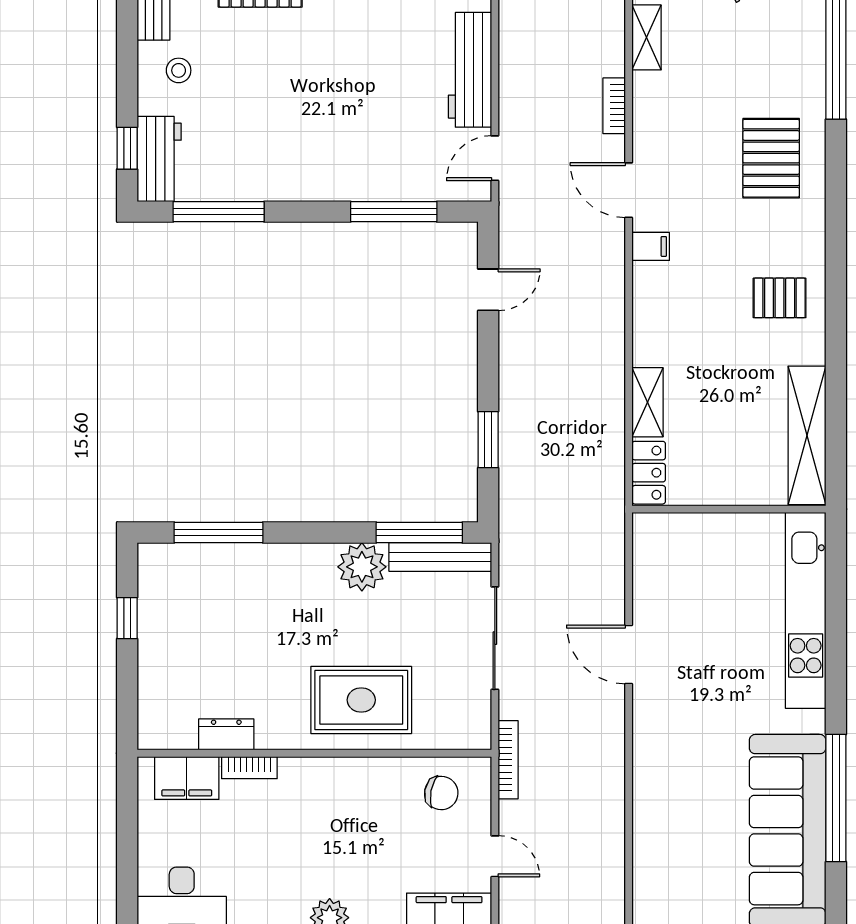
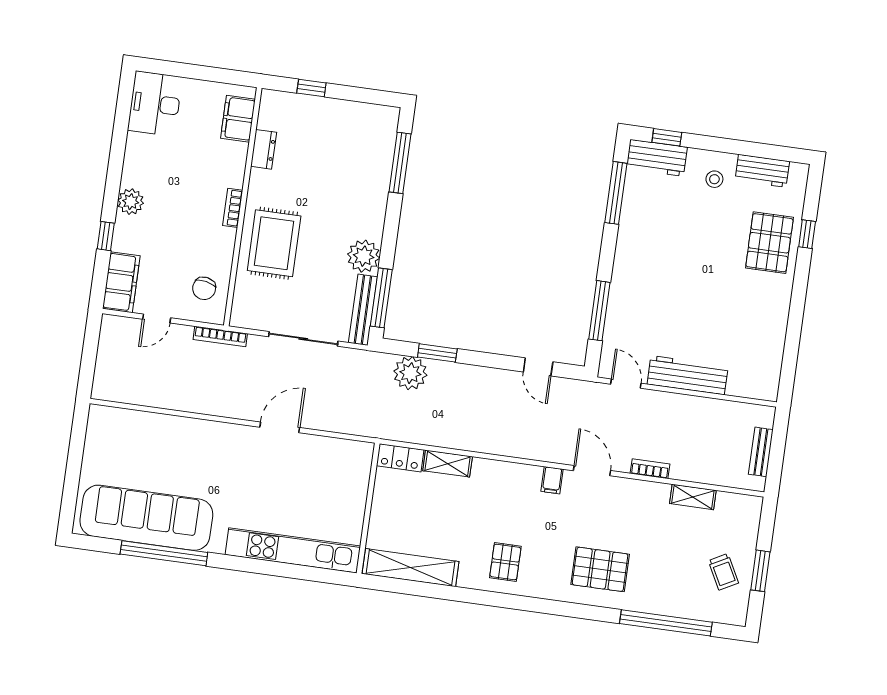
door: (629, 190) -> (592, 471), hinge flipped
plant: (523, 475) -> (410, 373), added
window: (127, 618) -> (311, 88), moved
bookcase: (249, 768) -> (233, 208), moved

